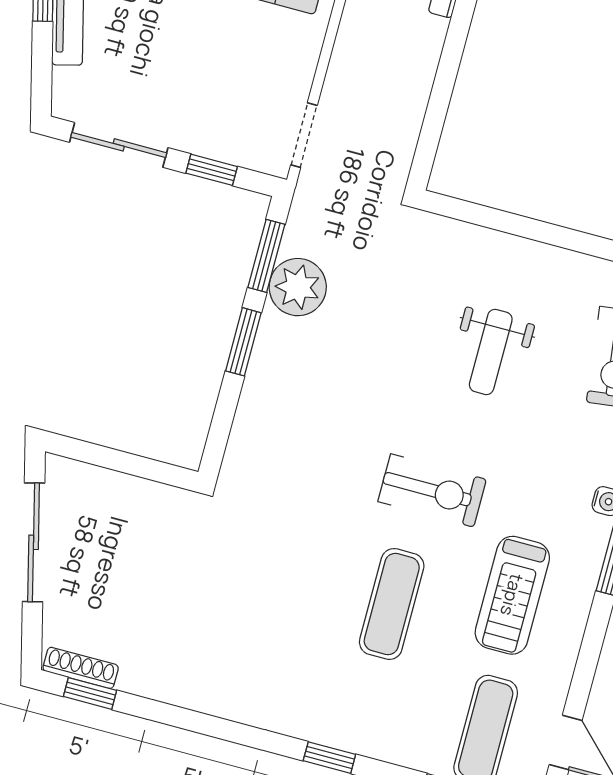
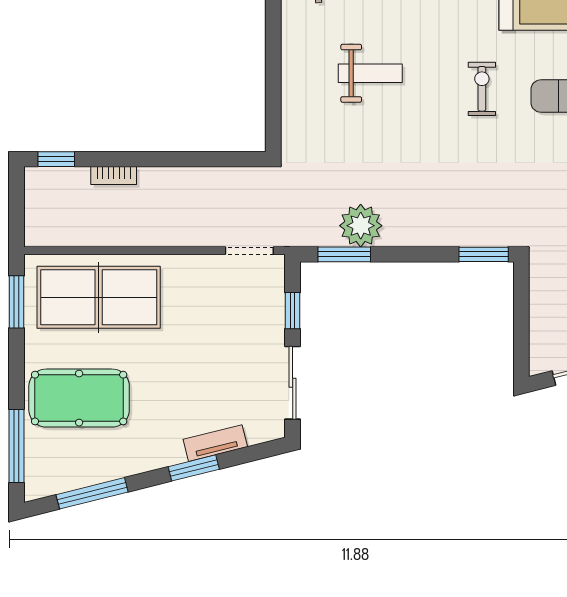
window: (243, 342) -> (484, 254), moved
exercise bike: (432, 490) -> (482, 89), width x0.73, depth x0.72

